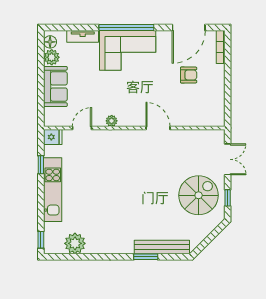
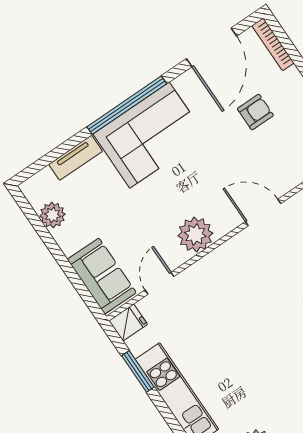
floor lamp: (50, 42) -> (36, 196), removed
sofa: (55, 86) -> (102, 276), moved
plant: (112, 121) -> (195, 234), width x1.88, depth x1.88
window: (41, 165) -> (138, 371), width x1.50

